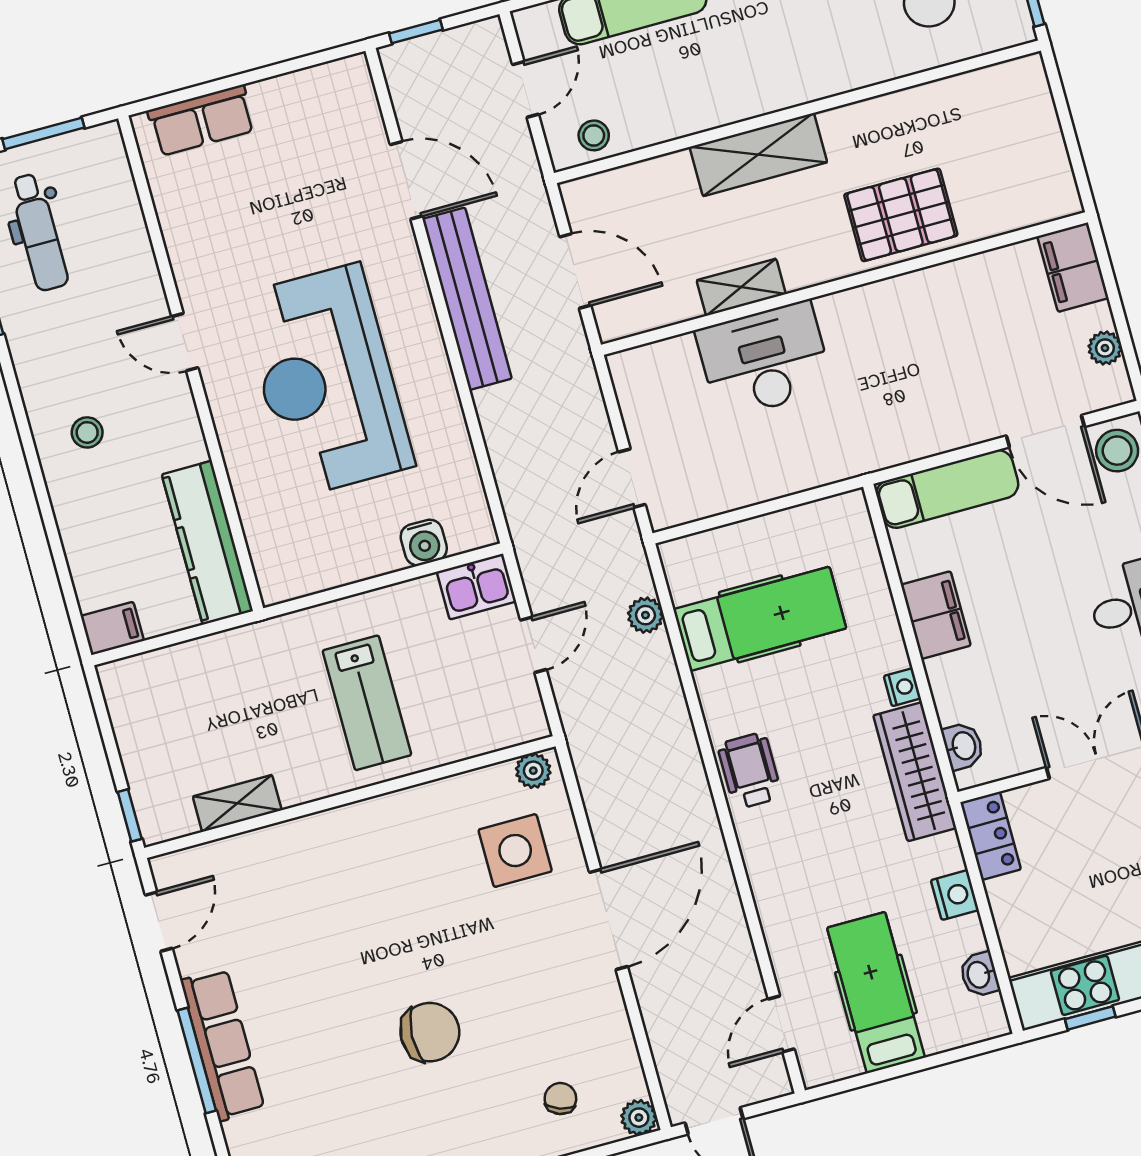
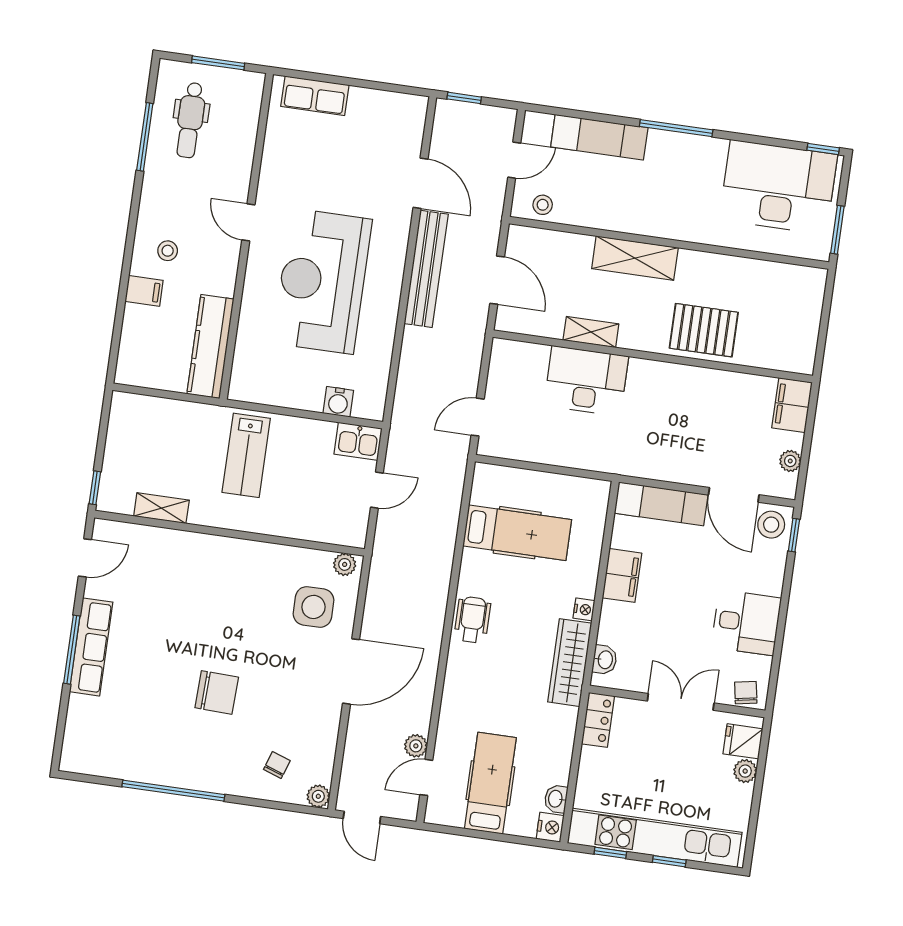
plant: (645, 615) -> (416, 746), moved
filing cabinet: (112, 628) -> (144, 291), moved
lab bench: (367, 703) -> (246, 455), moved
nightstand: (955, 895) -> (550, 827), moved

